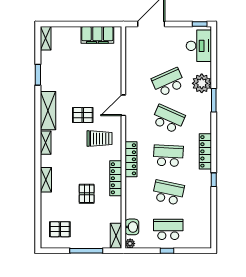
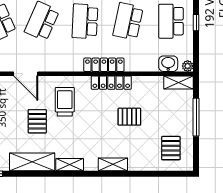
locker: (131, 159) -> (104, 65), moved

